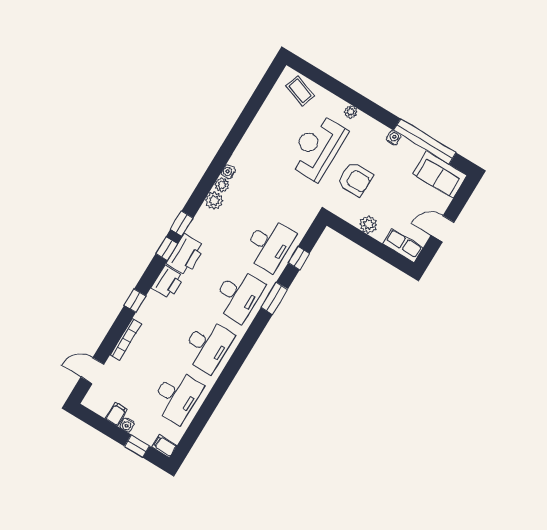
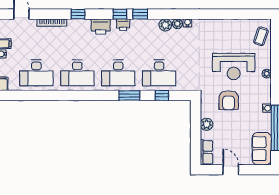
reception desk: (317, 147) -> (234, 67), turned 180
printer: (186, 255) -> (123, 25), width x0.53, depth x0.68

